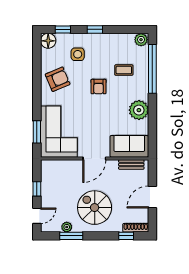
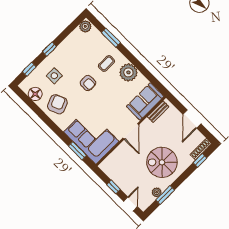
floor lamp: (48, 41) -> (35, 94), moved
window: (152, 69) -> (111, 38), width x0.47
coffee table: (124, 70) -> (106, 63), moved

